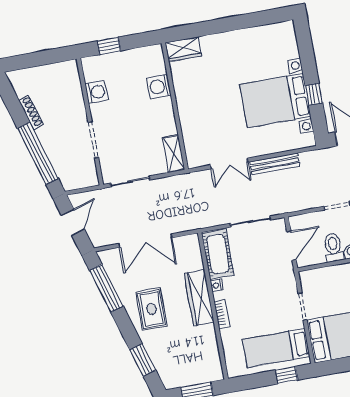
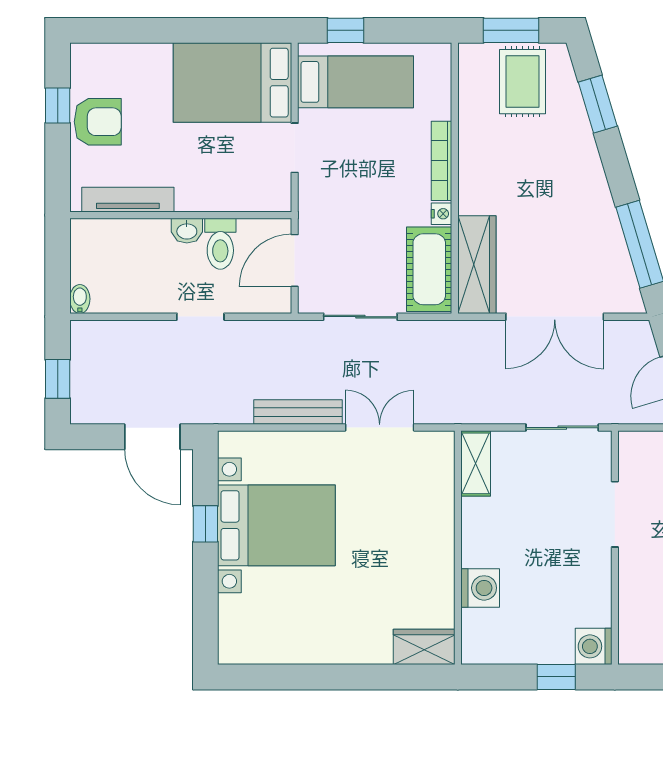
washing machine: (96, 92) -> (594, 646), moved
double door: (145, 241) -> (555, 317), swing flipped
wardrobe: (199, 298) -> (477, 265), moved
rug: (151, 309) -> (522, 82), moved
bookcase: (222, 314) -> (442, 161), width x1.56

